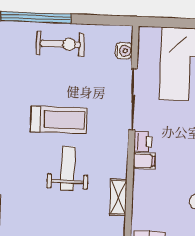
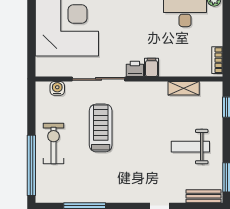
treadmill: (59, 120) -> (101, 128), moved
weight bench: (68, 168) -> (190, 147), moved

